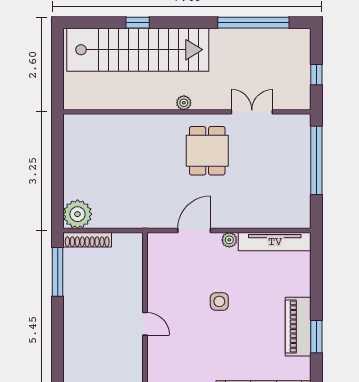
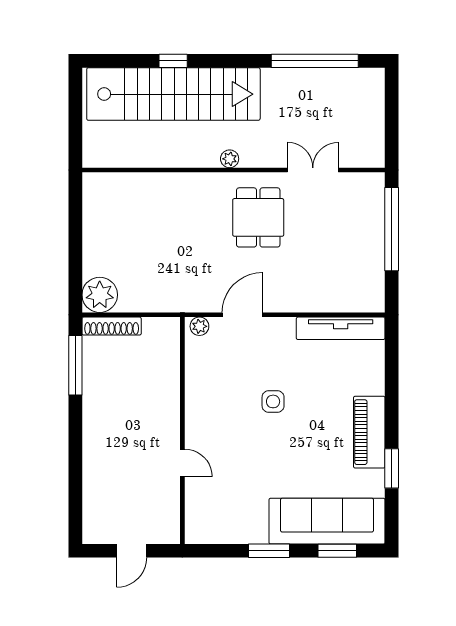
window: (316, 75) -> (392, 124), removed
plant: (229, 240) -> (199, 326), moved
door: (145, 324) -> (182, 463), moved
window: (316, 337) -> (392, 468), moved

